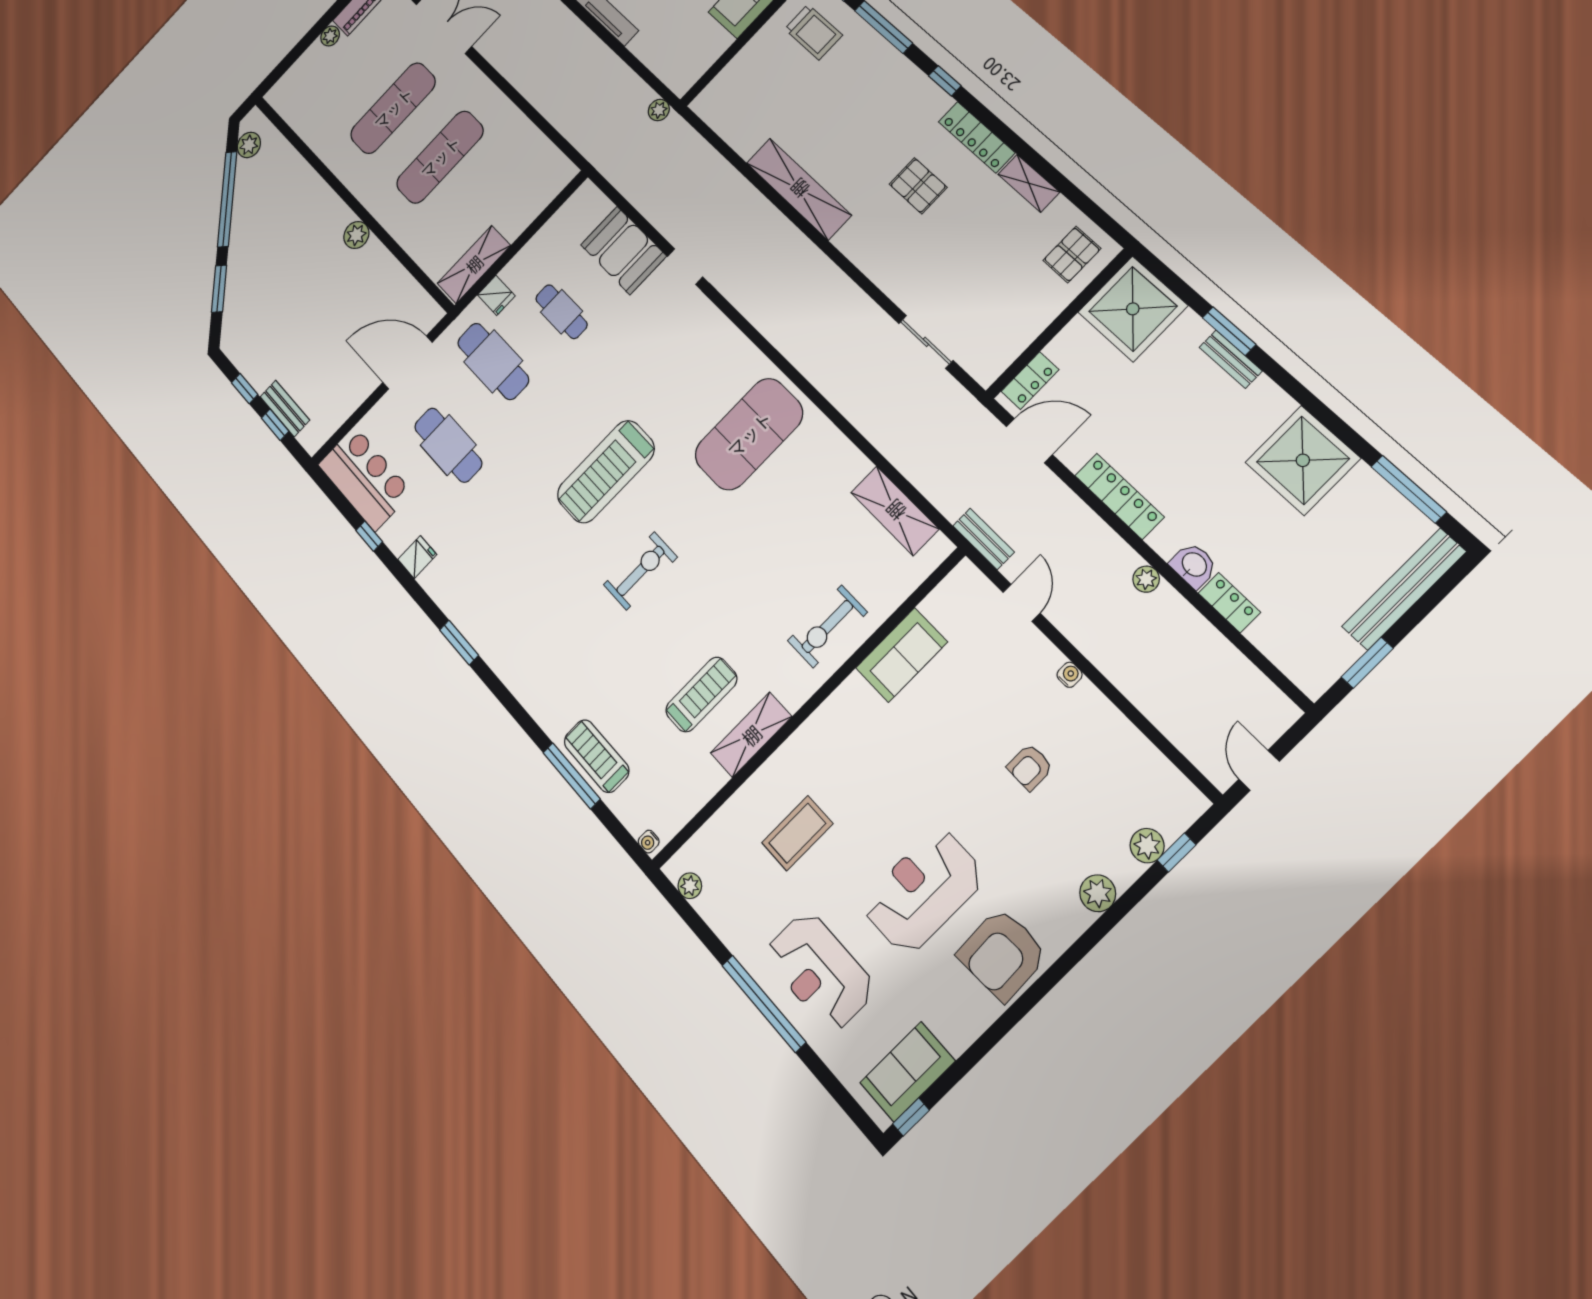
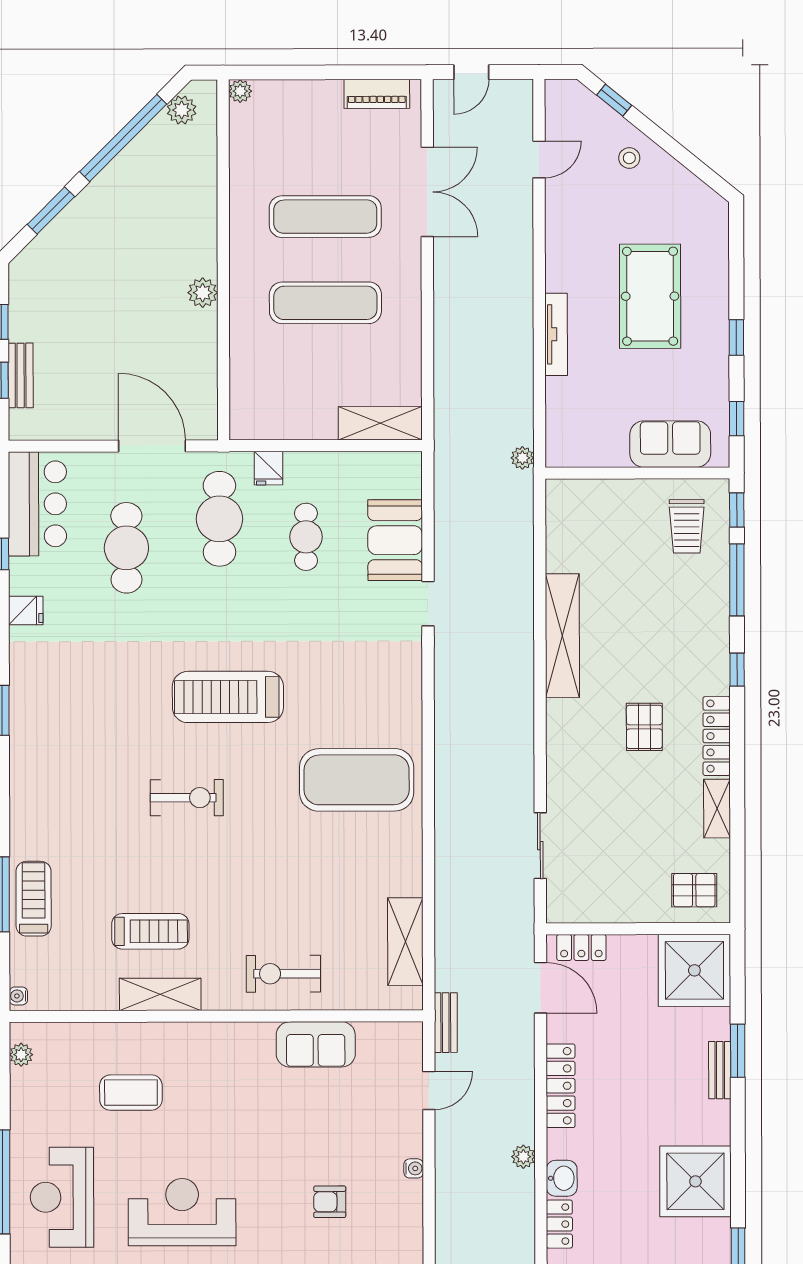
plant: (330, 36) -> (240, 91), moved
shelving: (474, 264) -> (380, 423), moved

